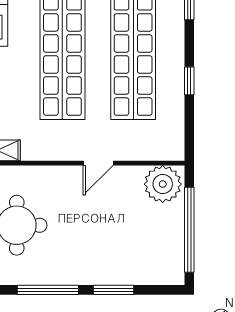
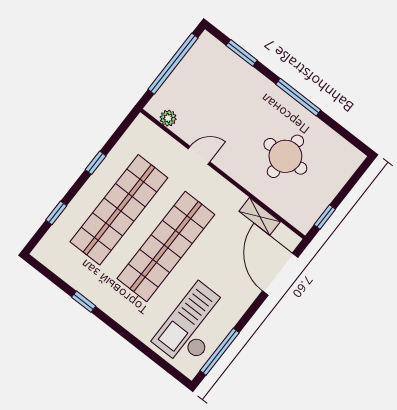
plant: (163, 184) -> (168, 118), width x0.53, depth x0.53
window: (114, 290) -> (242, 53), moved

